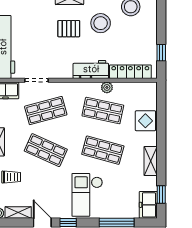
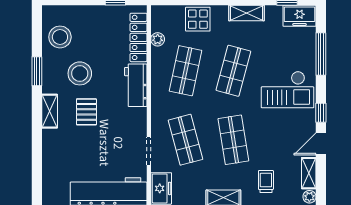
plant: (107, 87) -> (158, 39), moved
shop shelf: (46, 150) -> (233, 140), turned -33

